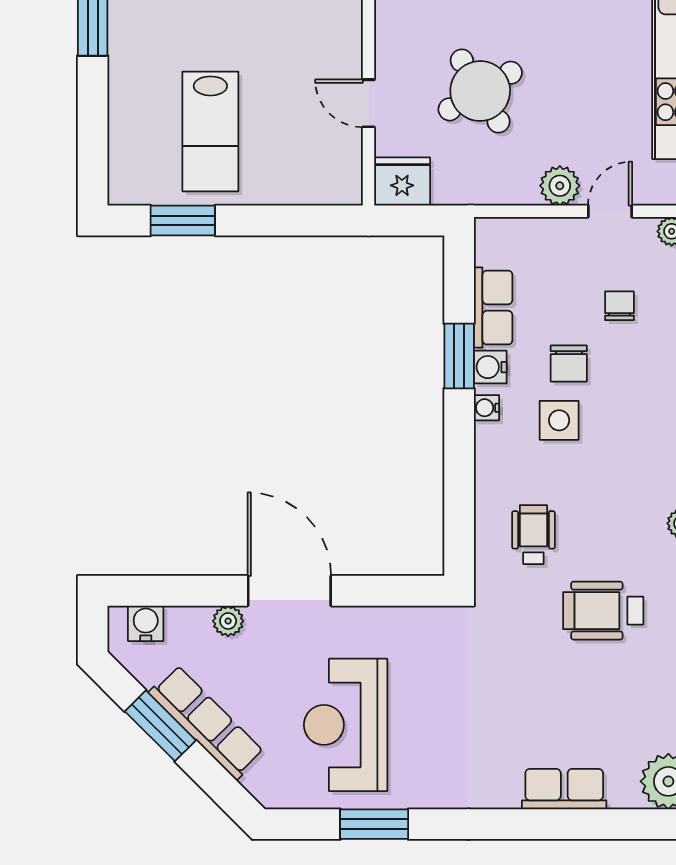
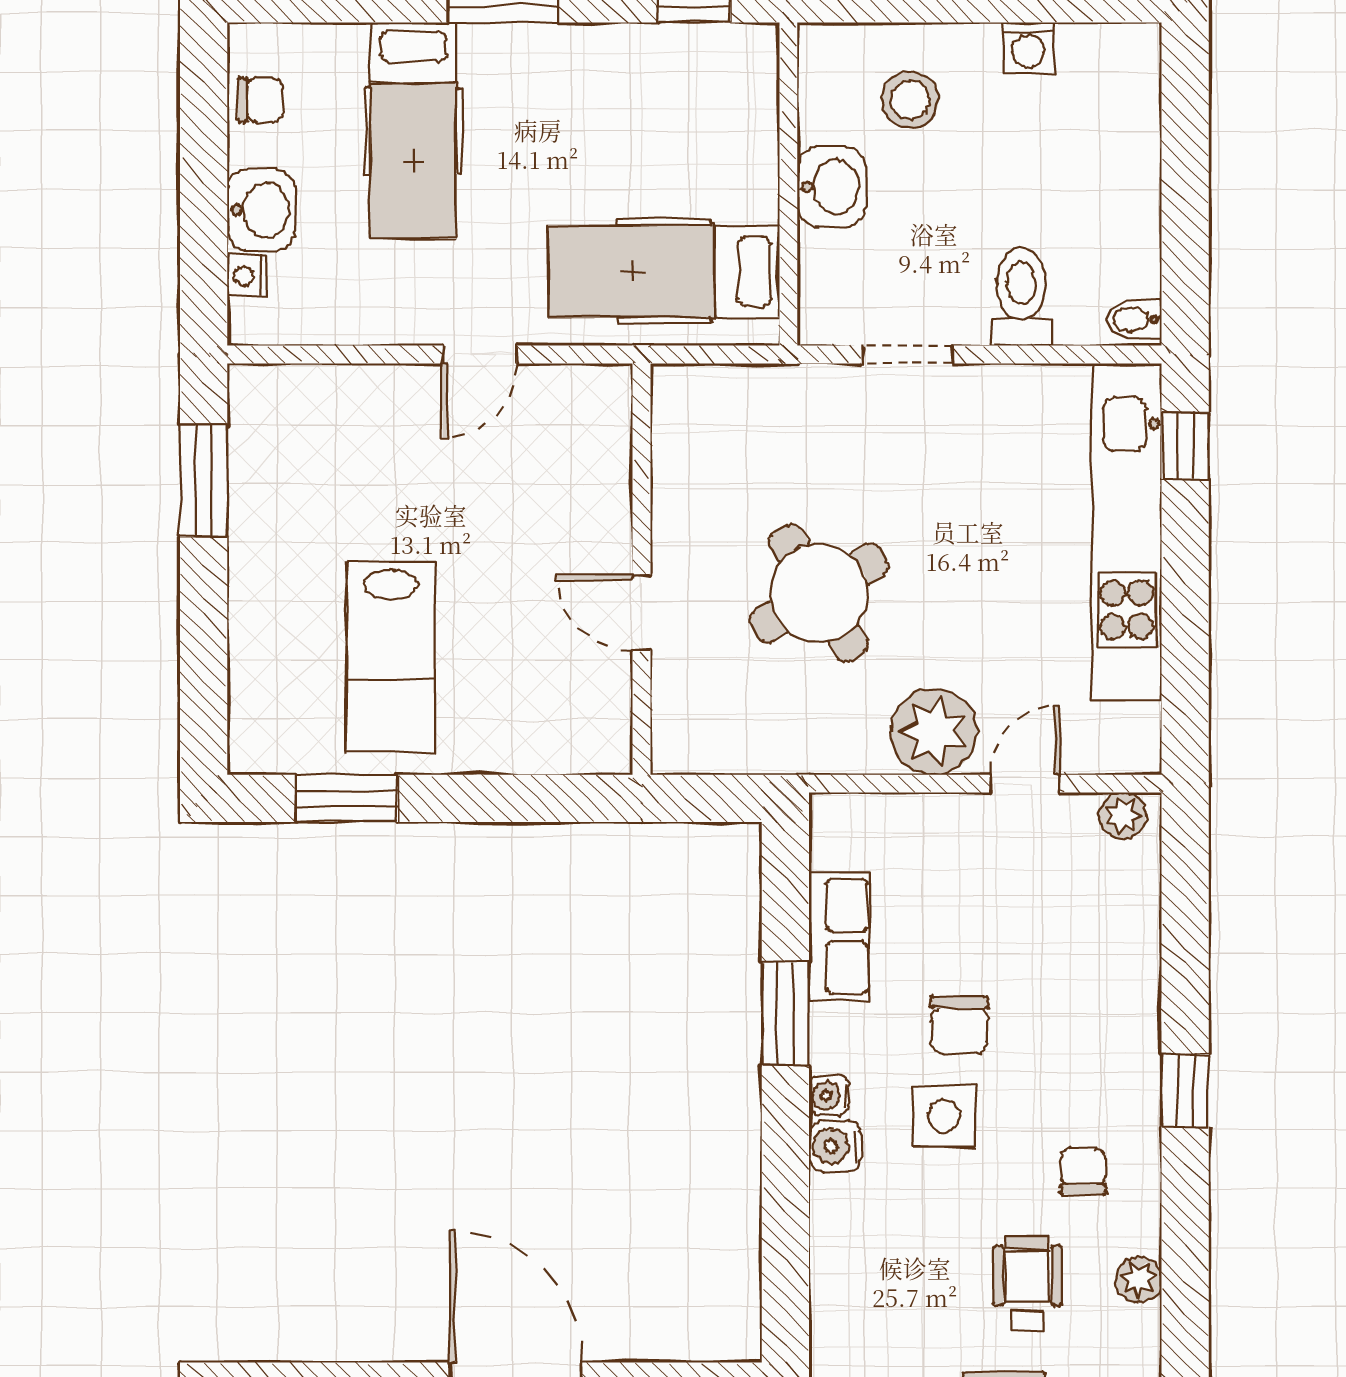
fridge: (402, 182) -> (695, 737), removed
plant: (560, 186) -> (934, 732), width x1.36, depth x1.36
chair: (619, 306) -> (1083, 1172), moved
water cooler: (490, 367) -> (835, 1146), moved
wheelchair: (533, 535) -> (1027, 1283), moved

